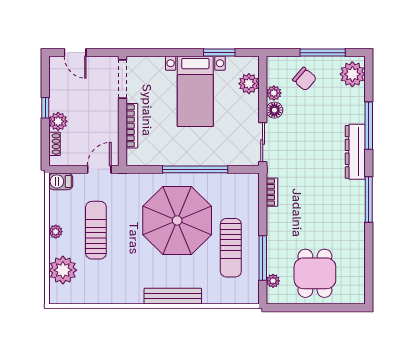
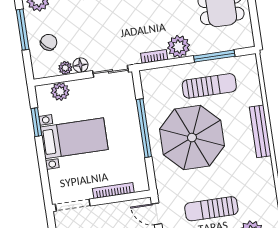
plant: (273, 281) -> (179, 47), moved, width x1.88, depth x1.88

